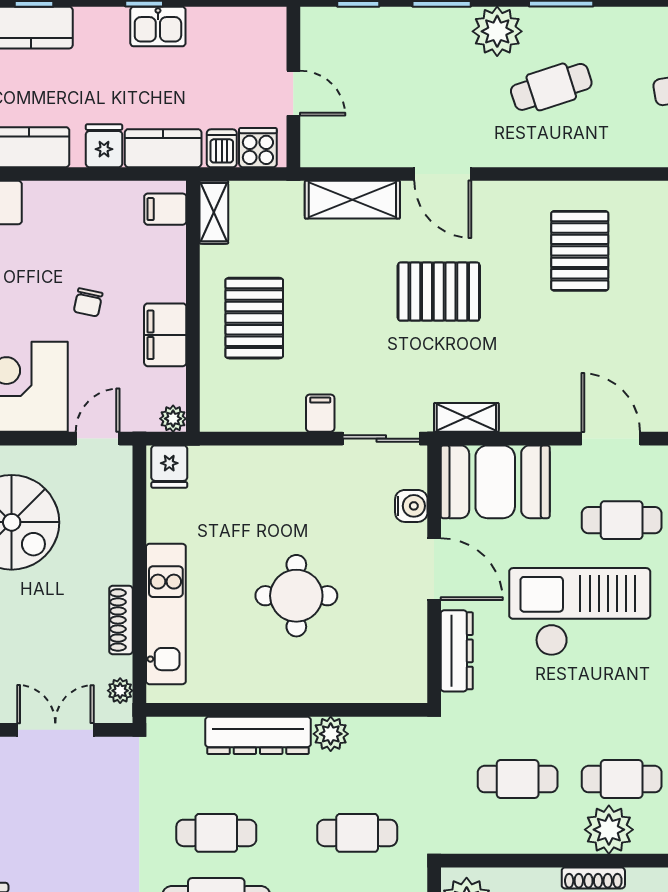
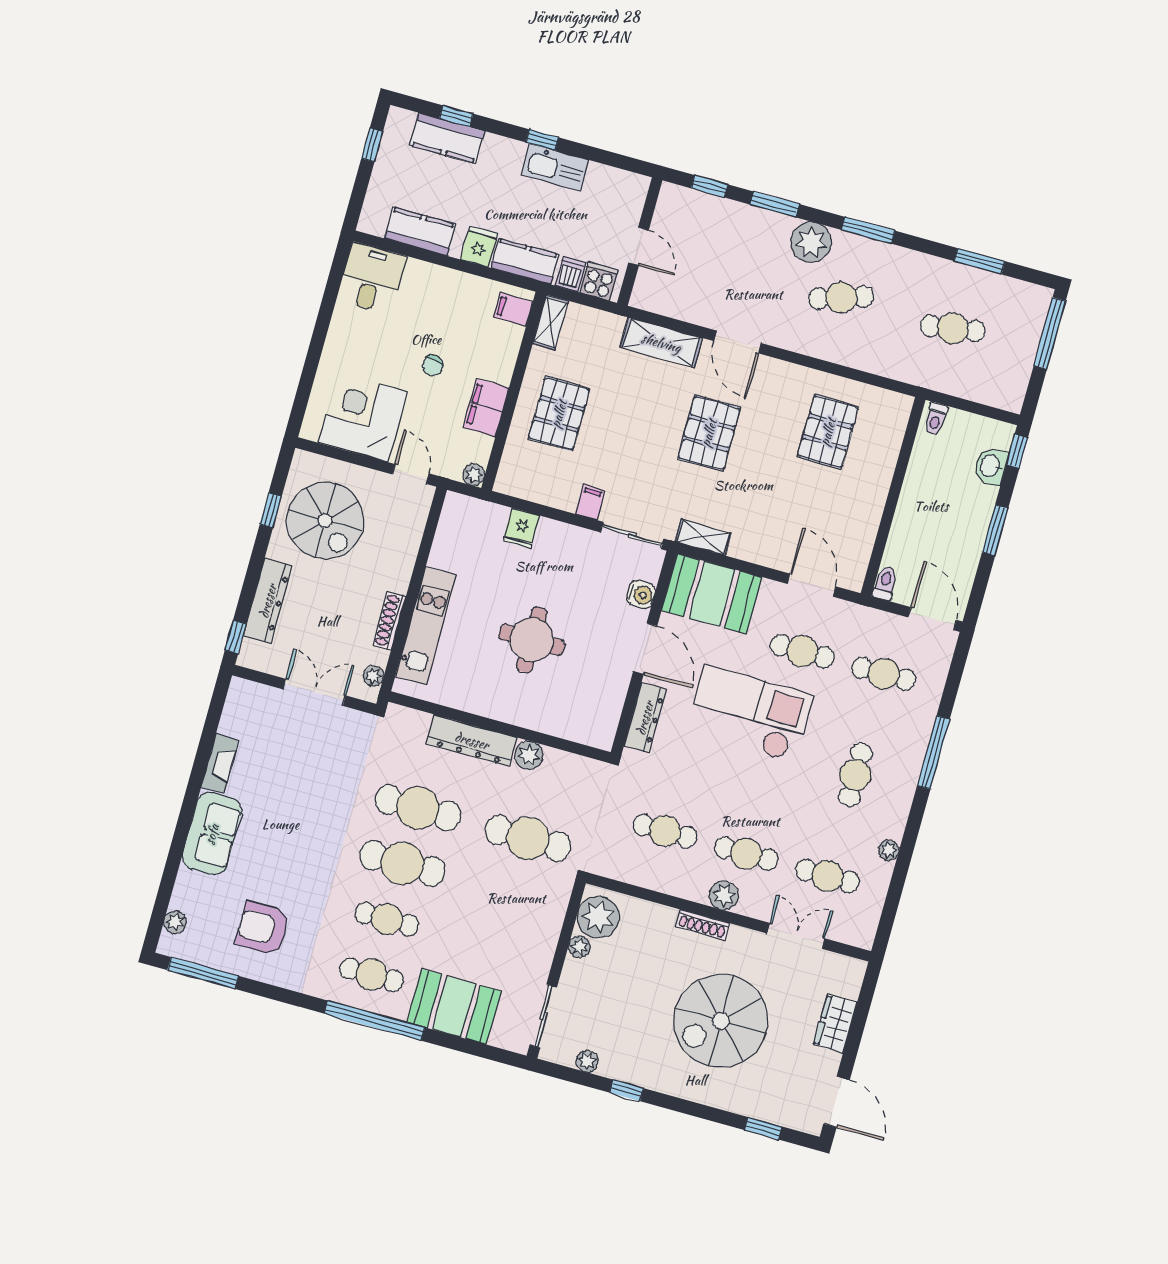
kitchen sink: (158, 27) -> (555, 167), width x1.38
pallet: (439, 292) -> (709, 433), turned 90
door: (98, 439) -> (411, 474), hinge flipped
fridge: (169, 467) -> (521, 528), moved
plant: (609, 830) -> (724, 895), width x0.73, depth x0.73
cafe table: (216, 833) -> (418, 808), width x1.37, depth x1.35
cafe table: (357, 833) -> (528, 838), width x1.37, depth x1.35

